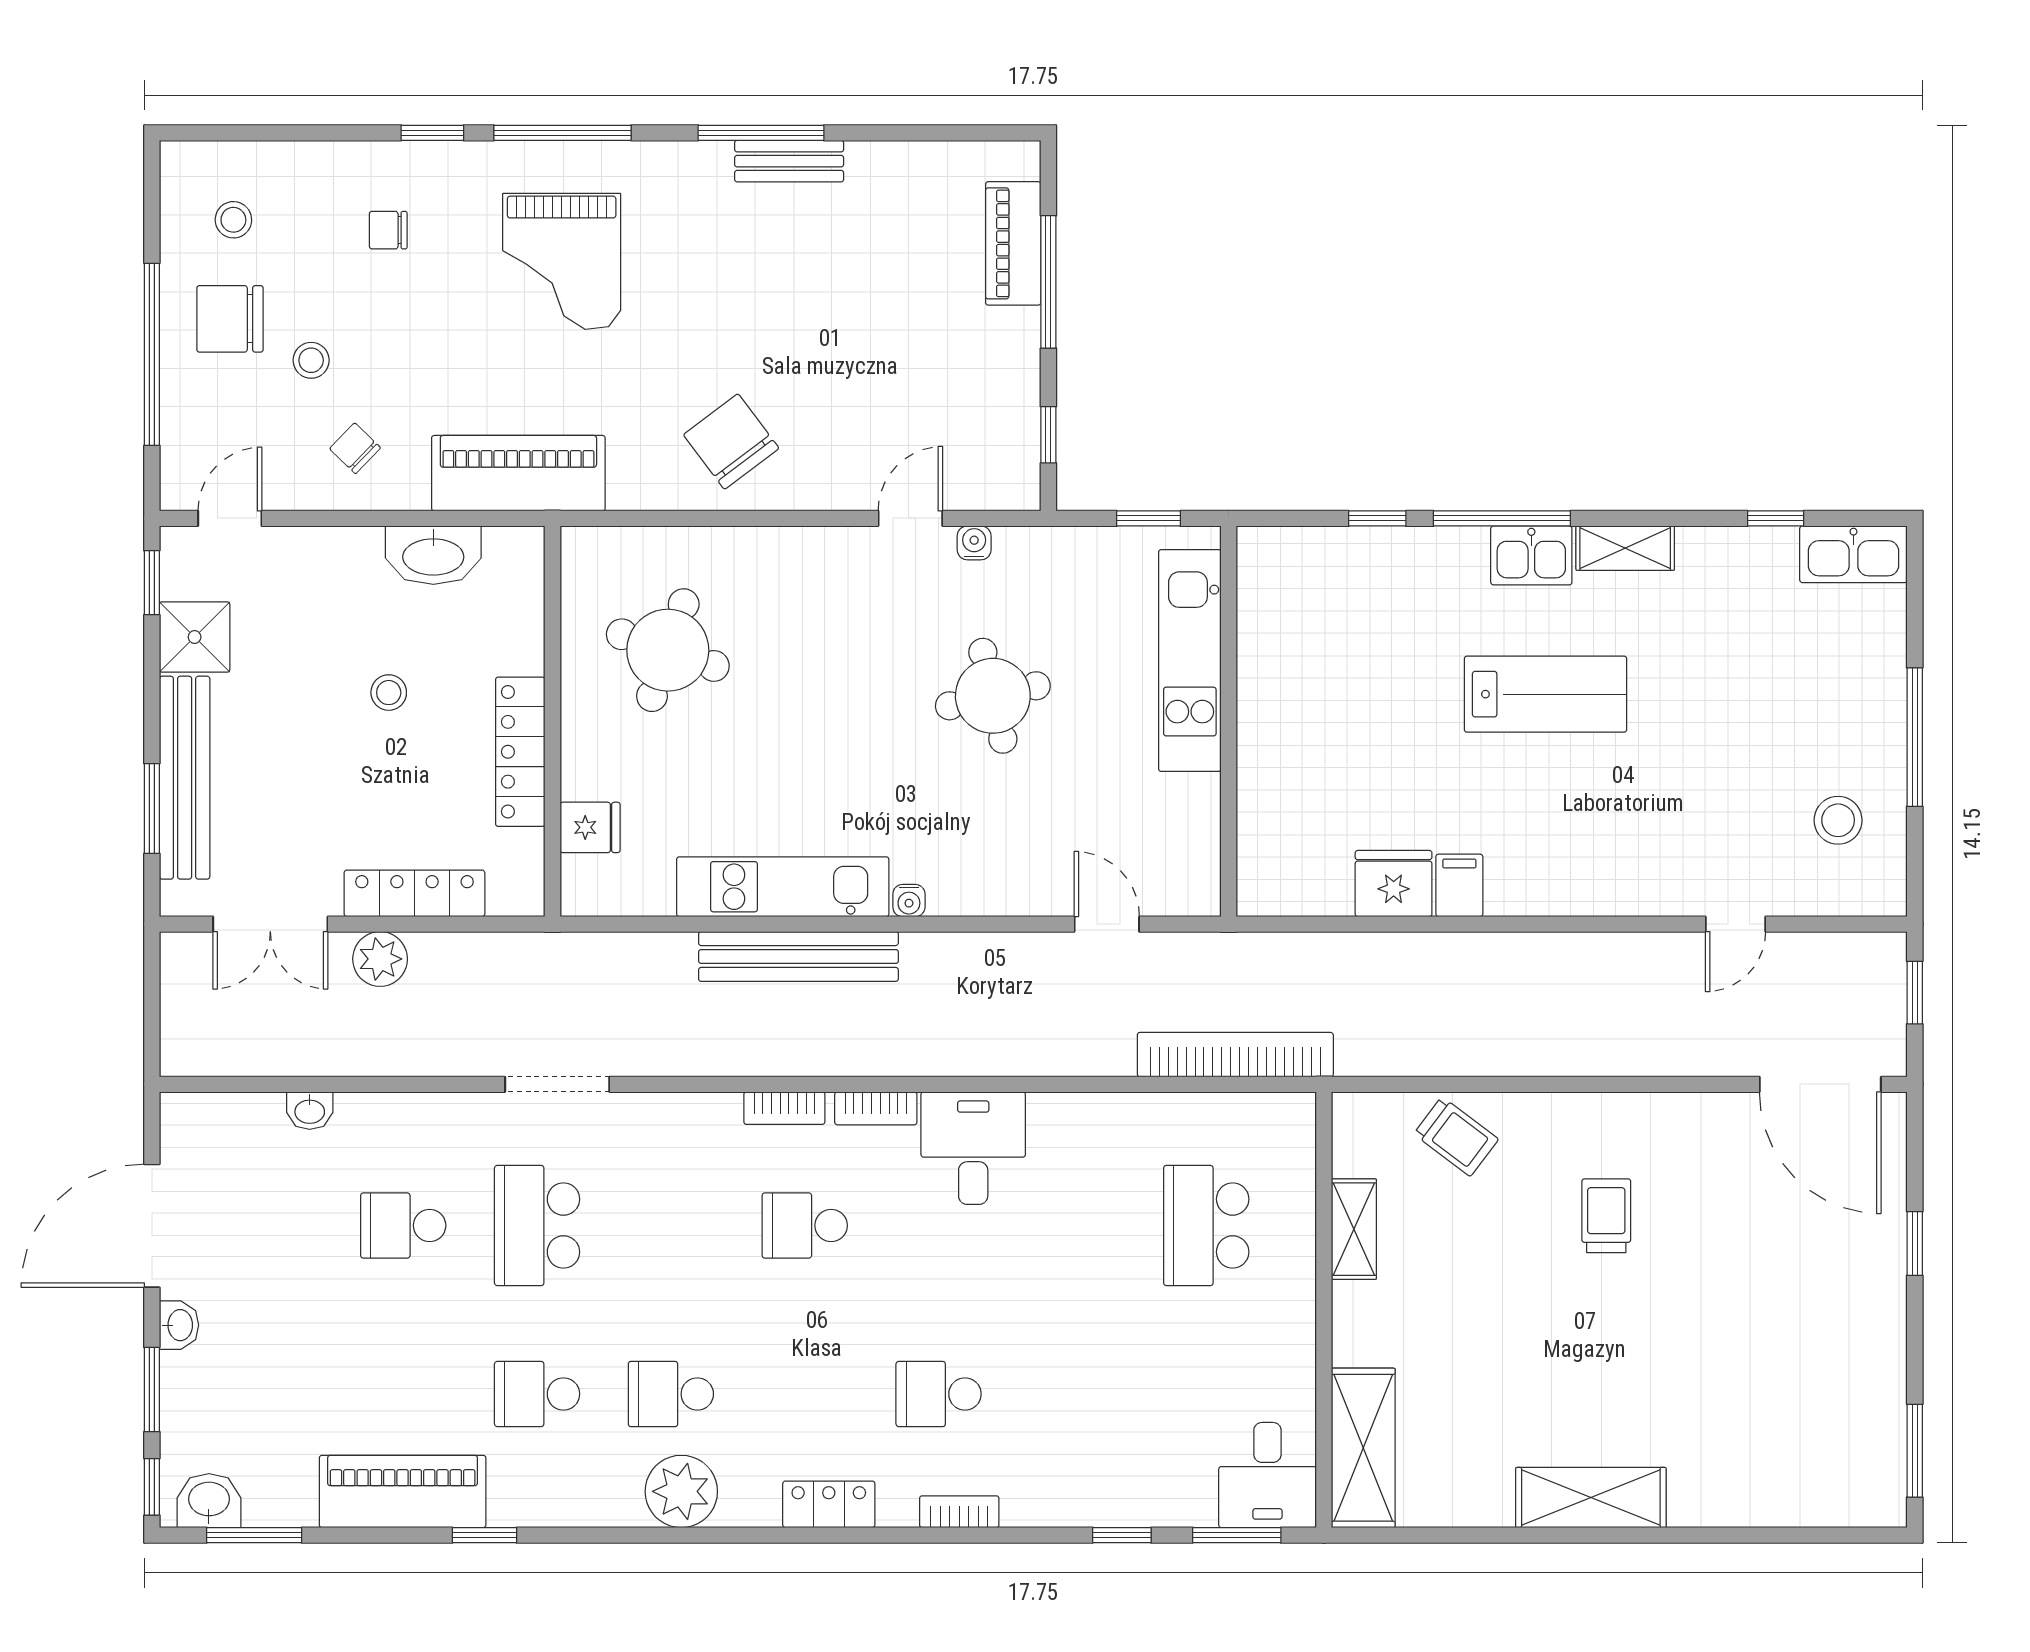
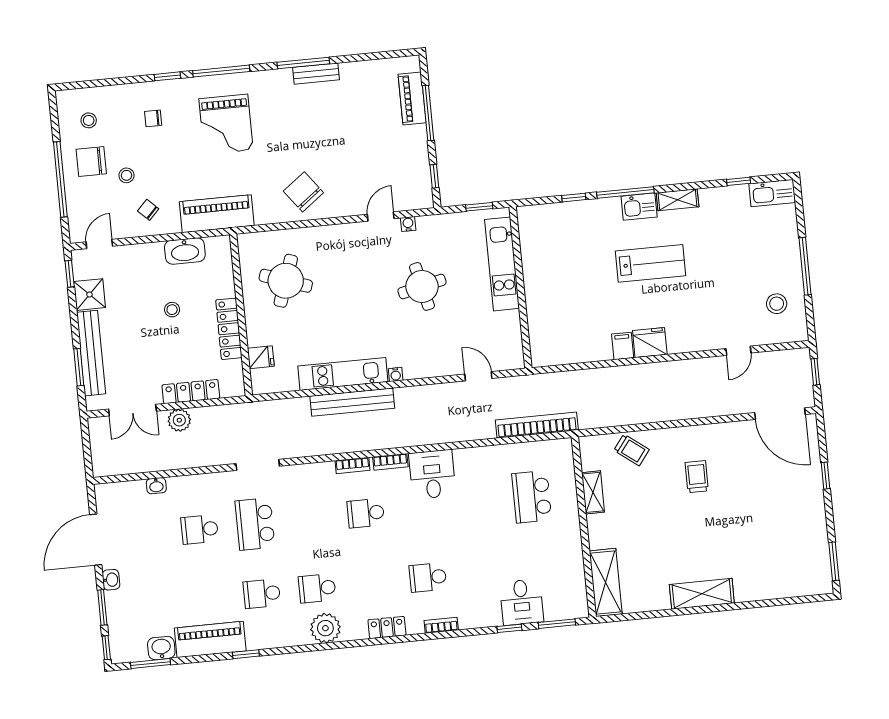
fridge: (1394, 884) -> (650, 343), moved
desk: (1267, 1475) -> (522, 602), moved
washbasin: (209, 1501) -> (161, 648), moved

